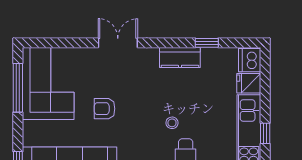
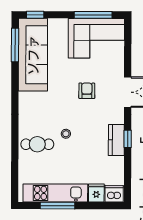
window: (207, 43) -> (128, 139), moved
armchair: (105, 109) -> (87, 91), moved
window: (265, 133) -> (58, 206), width x2.17

